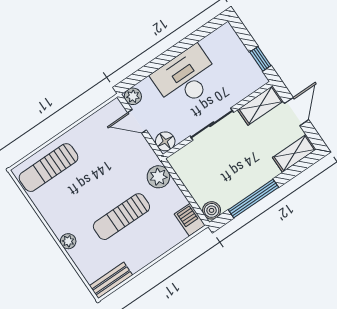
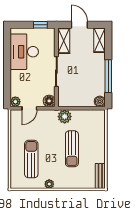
desk: (186, 78) -> (24, 52), moved
sun lounger: (48, 168) -> (31, 159), moved, turned 180
barbecue: (190, 220) -> (97, 116), removed
plant: (68, 241) -> (49, 184), moved

